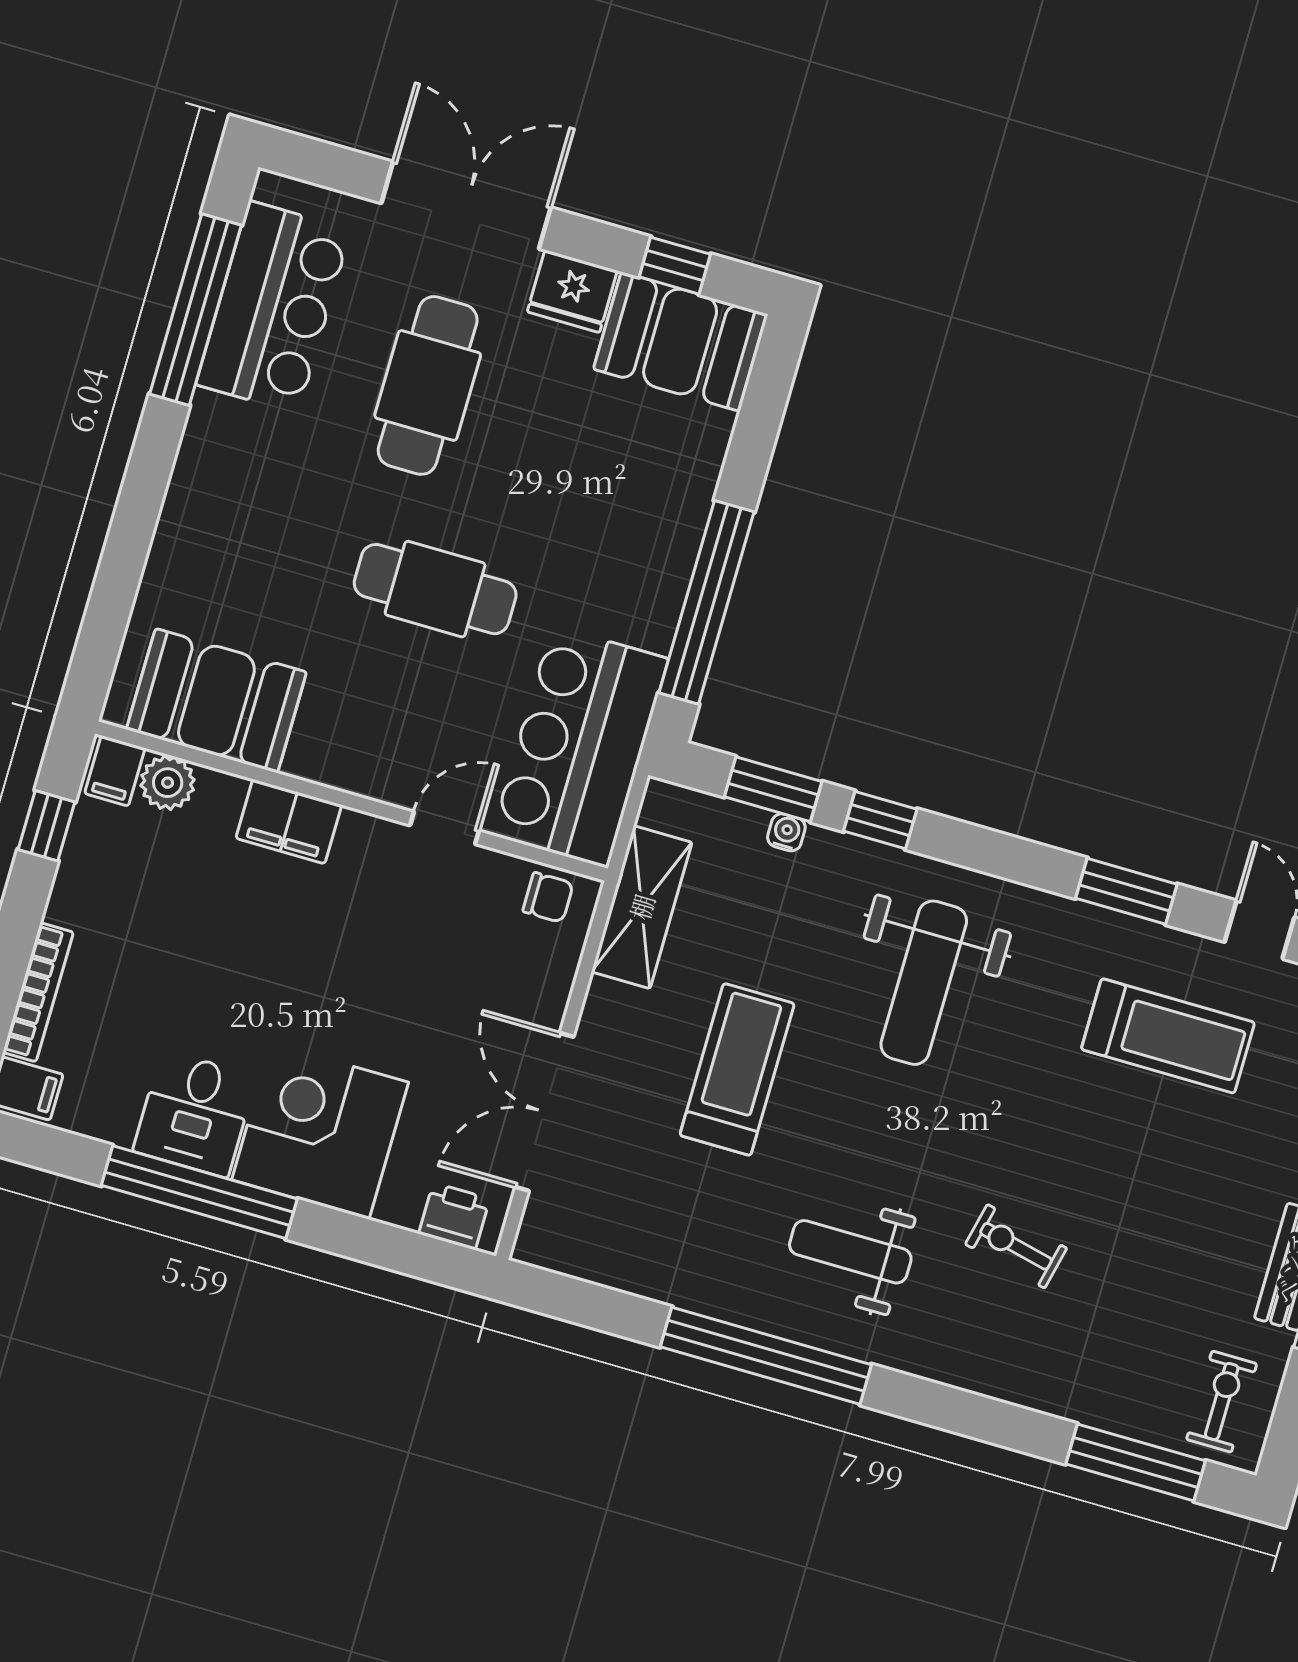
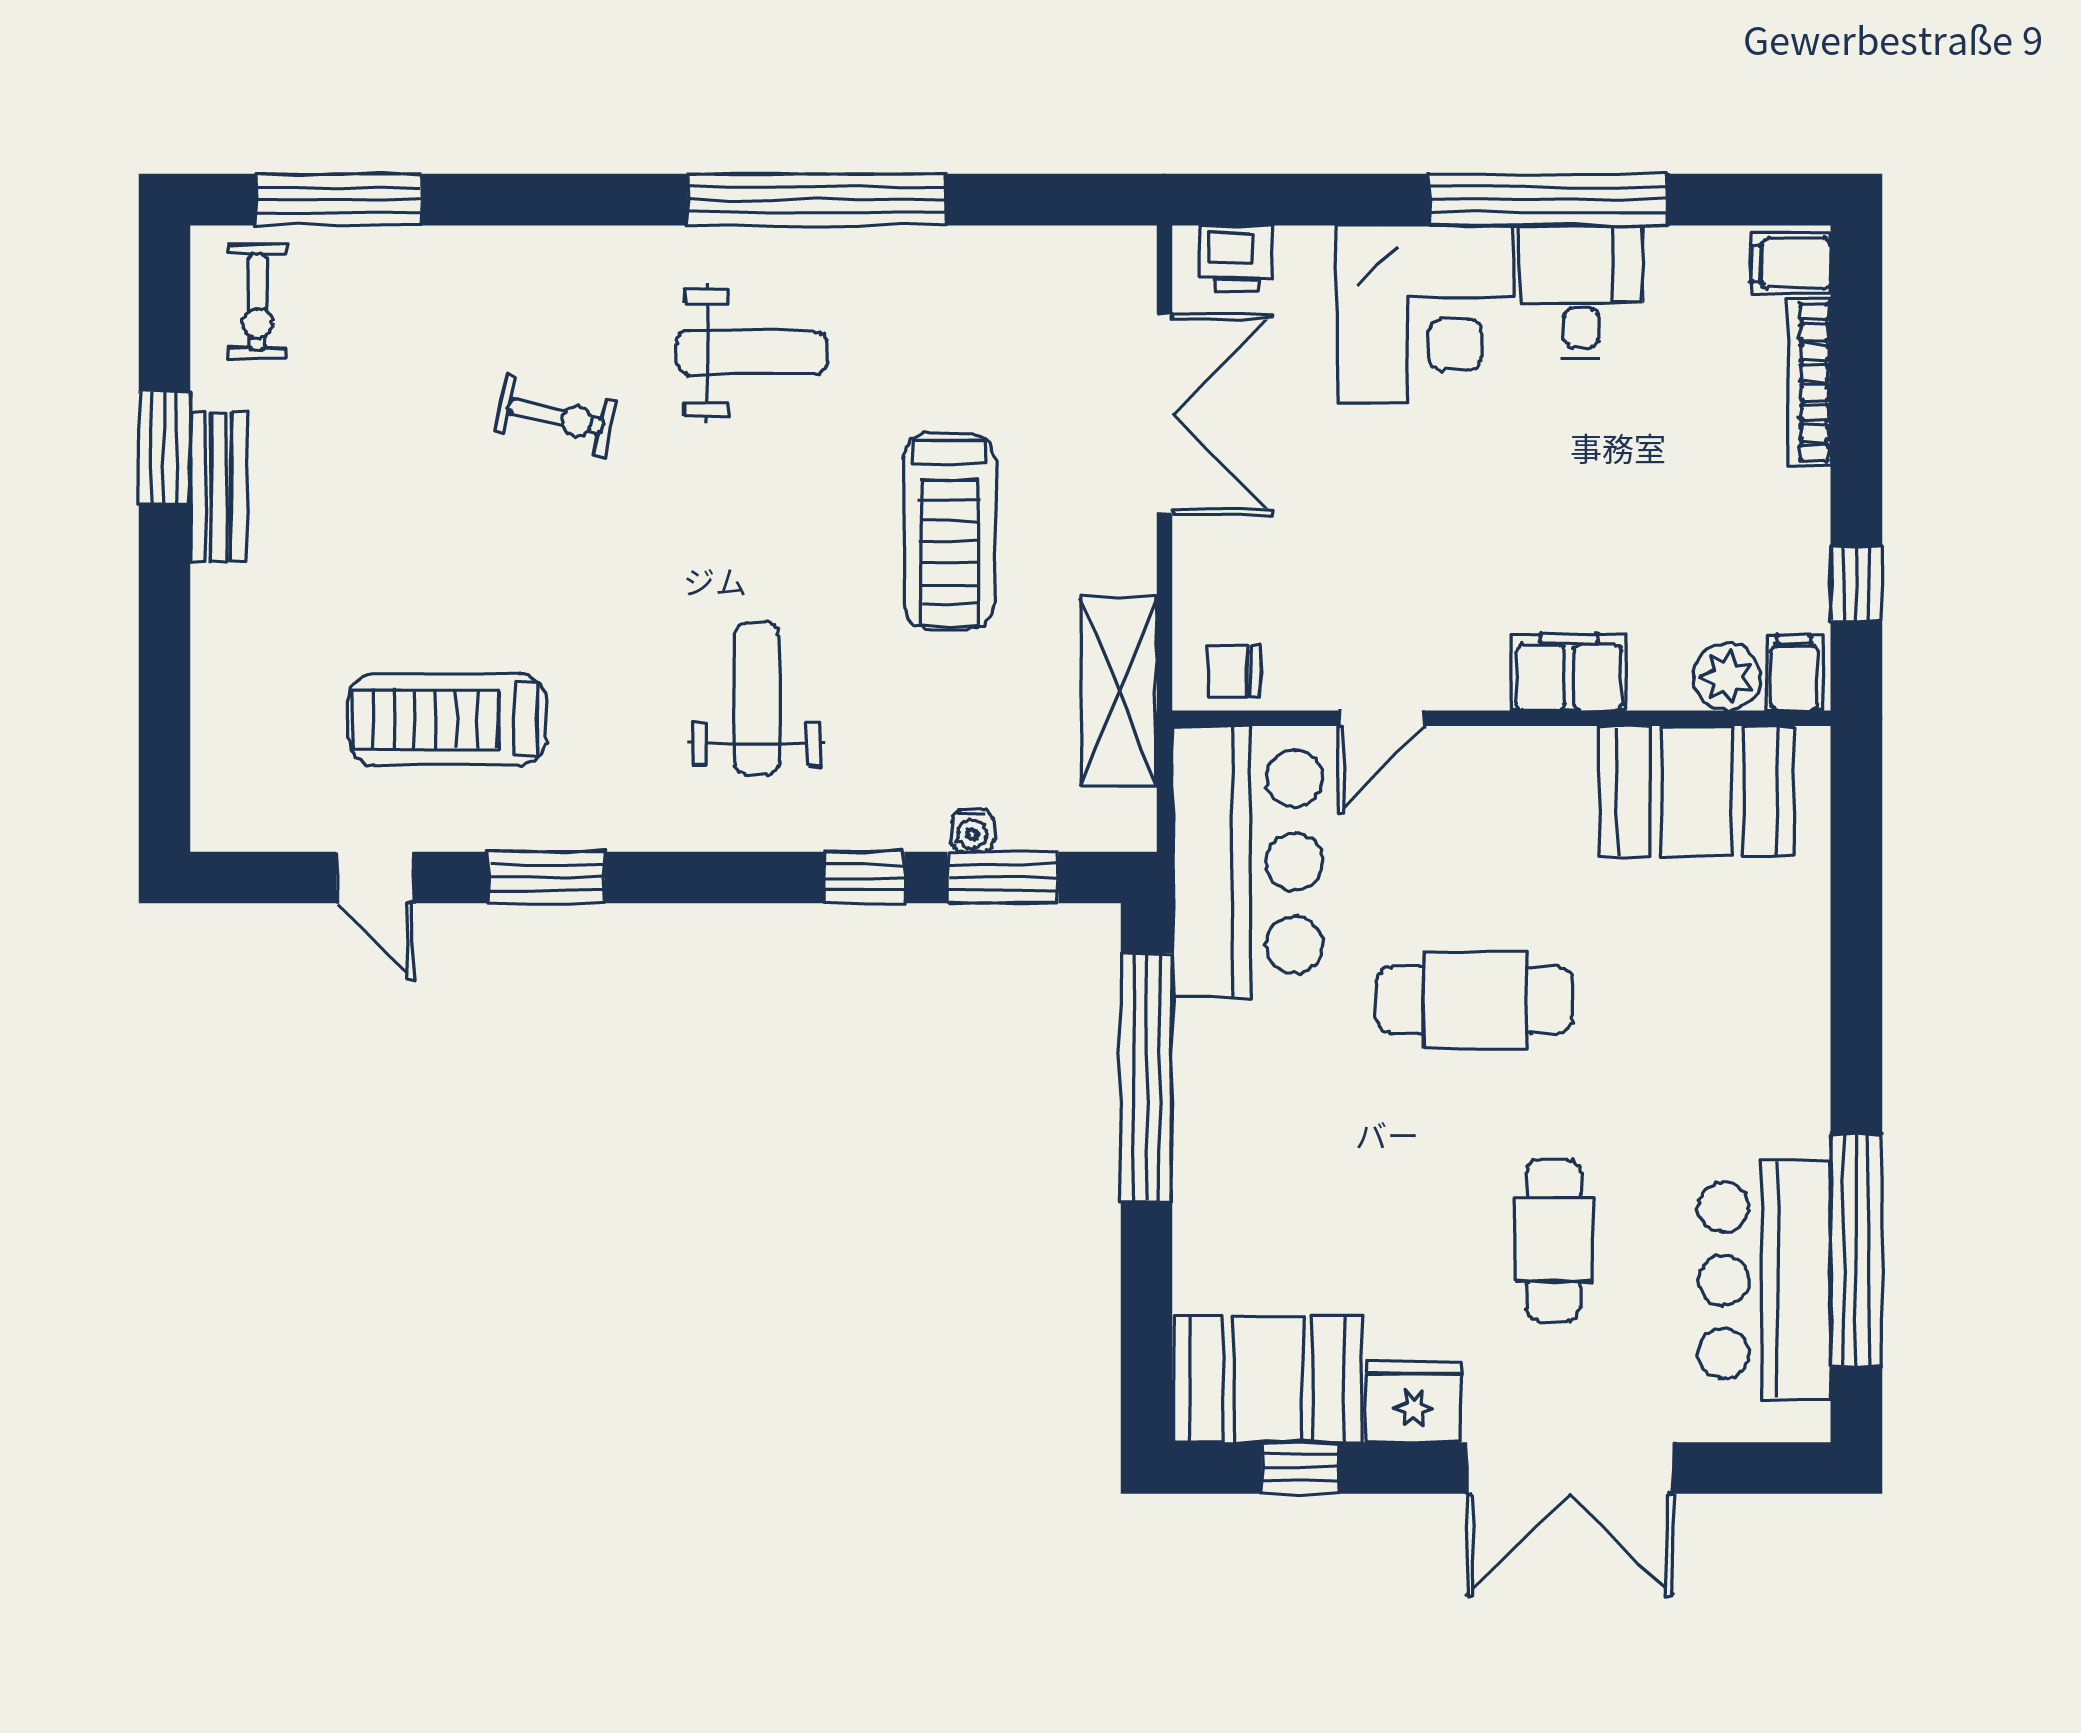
cafe table: (428, 385) -> (1554, 1240), width x0.73, depth x0.74
weight bench: (924, 983) -> (757, 699), width x0.73, depth x0.75

